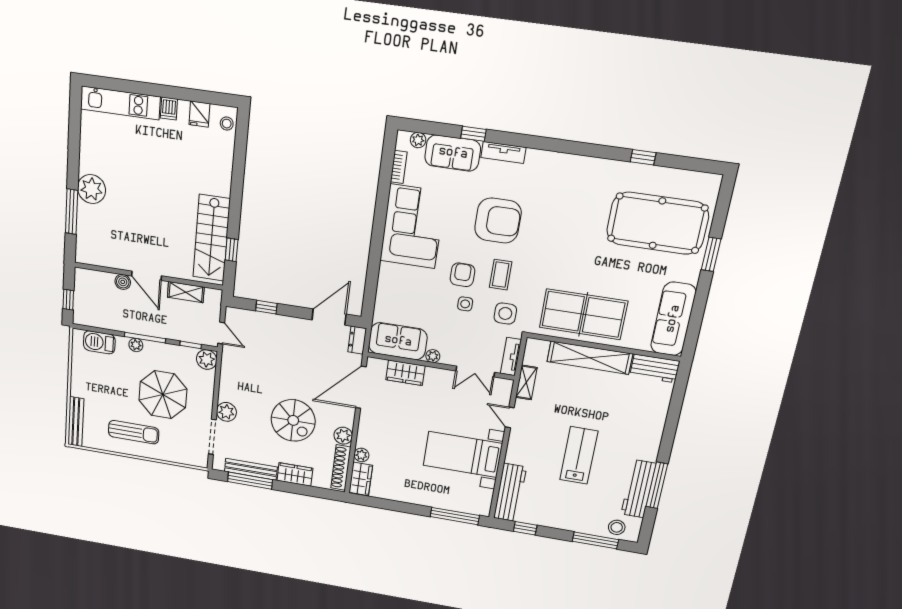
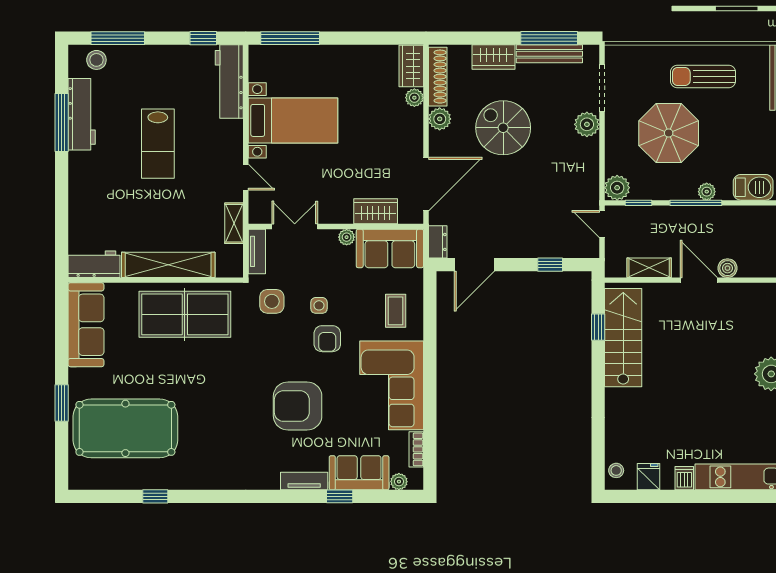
coffee table: (501, 275) -> (396, 311), moved

